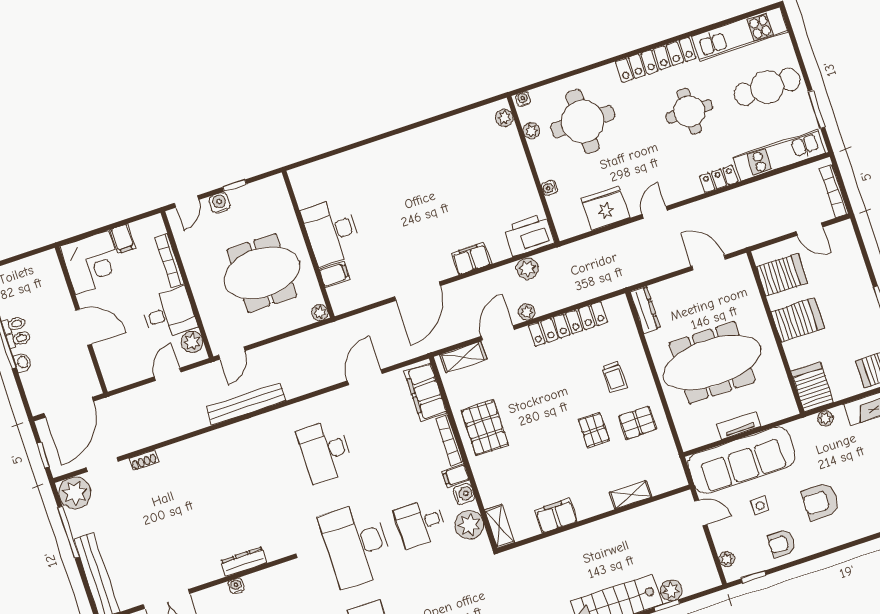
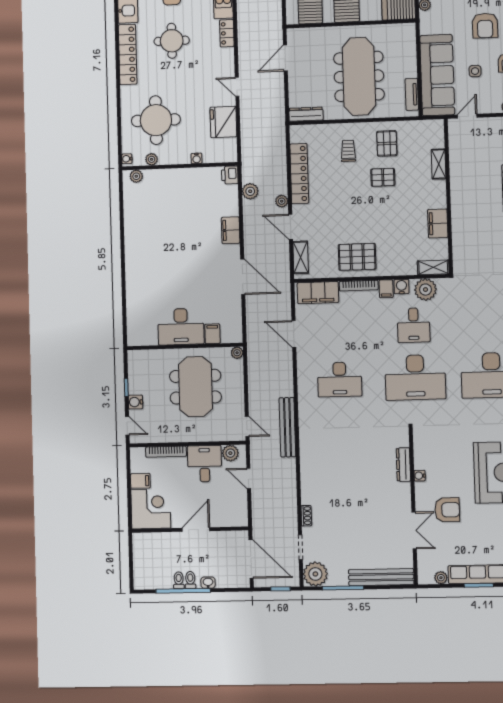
printer: (529, 235) -> (230, 175), width x0.53, depth x0.68
trolley: (614, 377) -> (348, 151), turned -90
tv unit: (739, 425) -> (412, 94), moved

